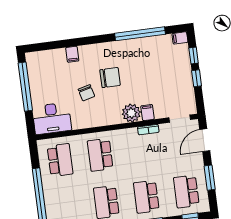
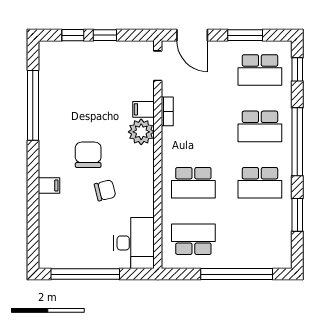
filing cabinet: (180, 38) -> (46, 51), removed
filing cabinet: (72, 54) -> (49, 186), moved

